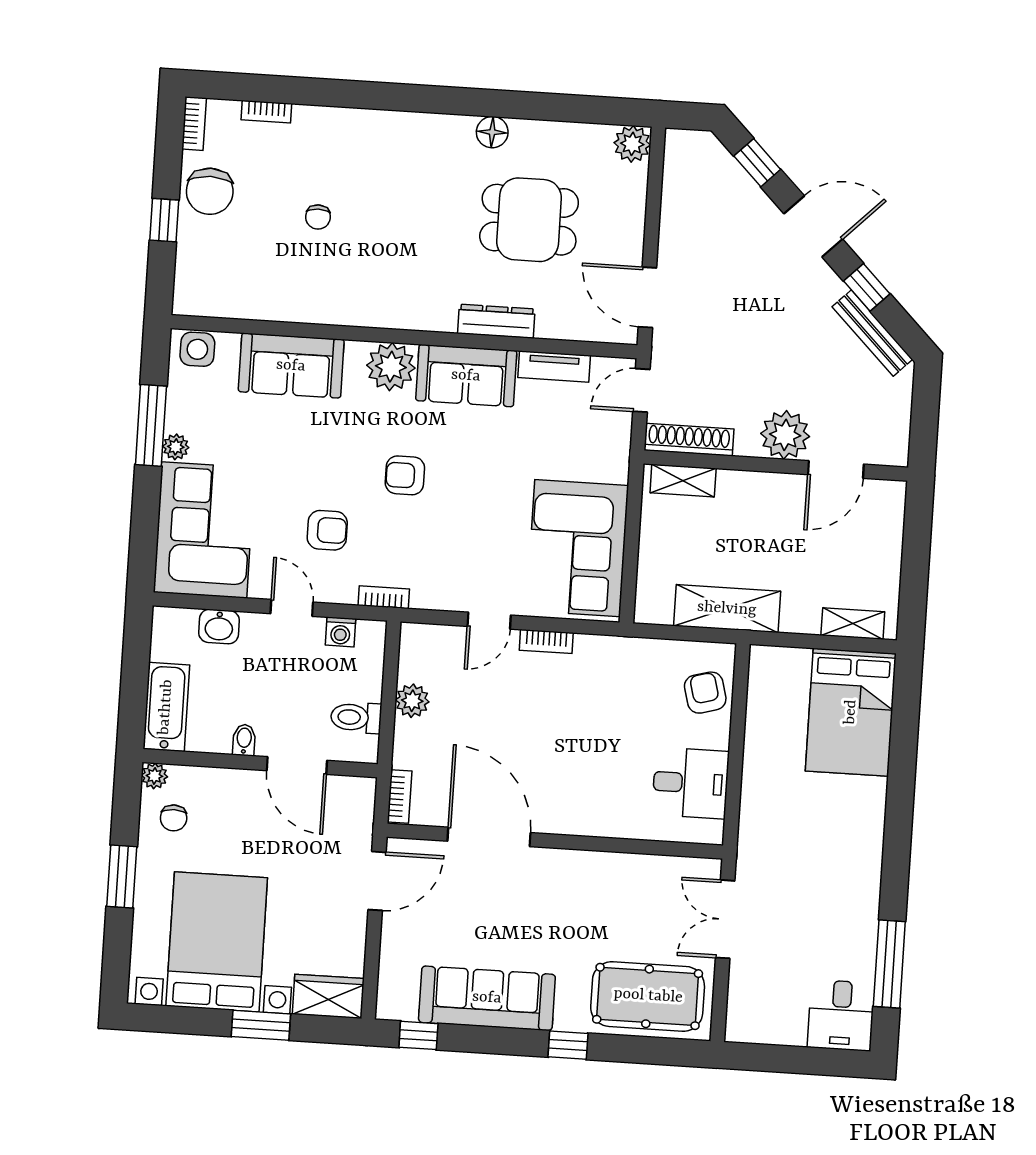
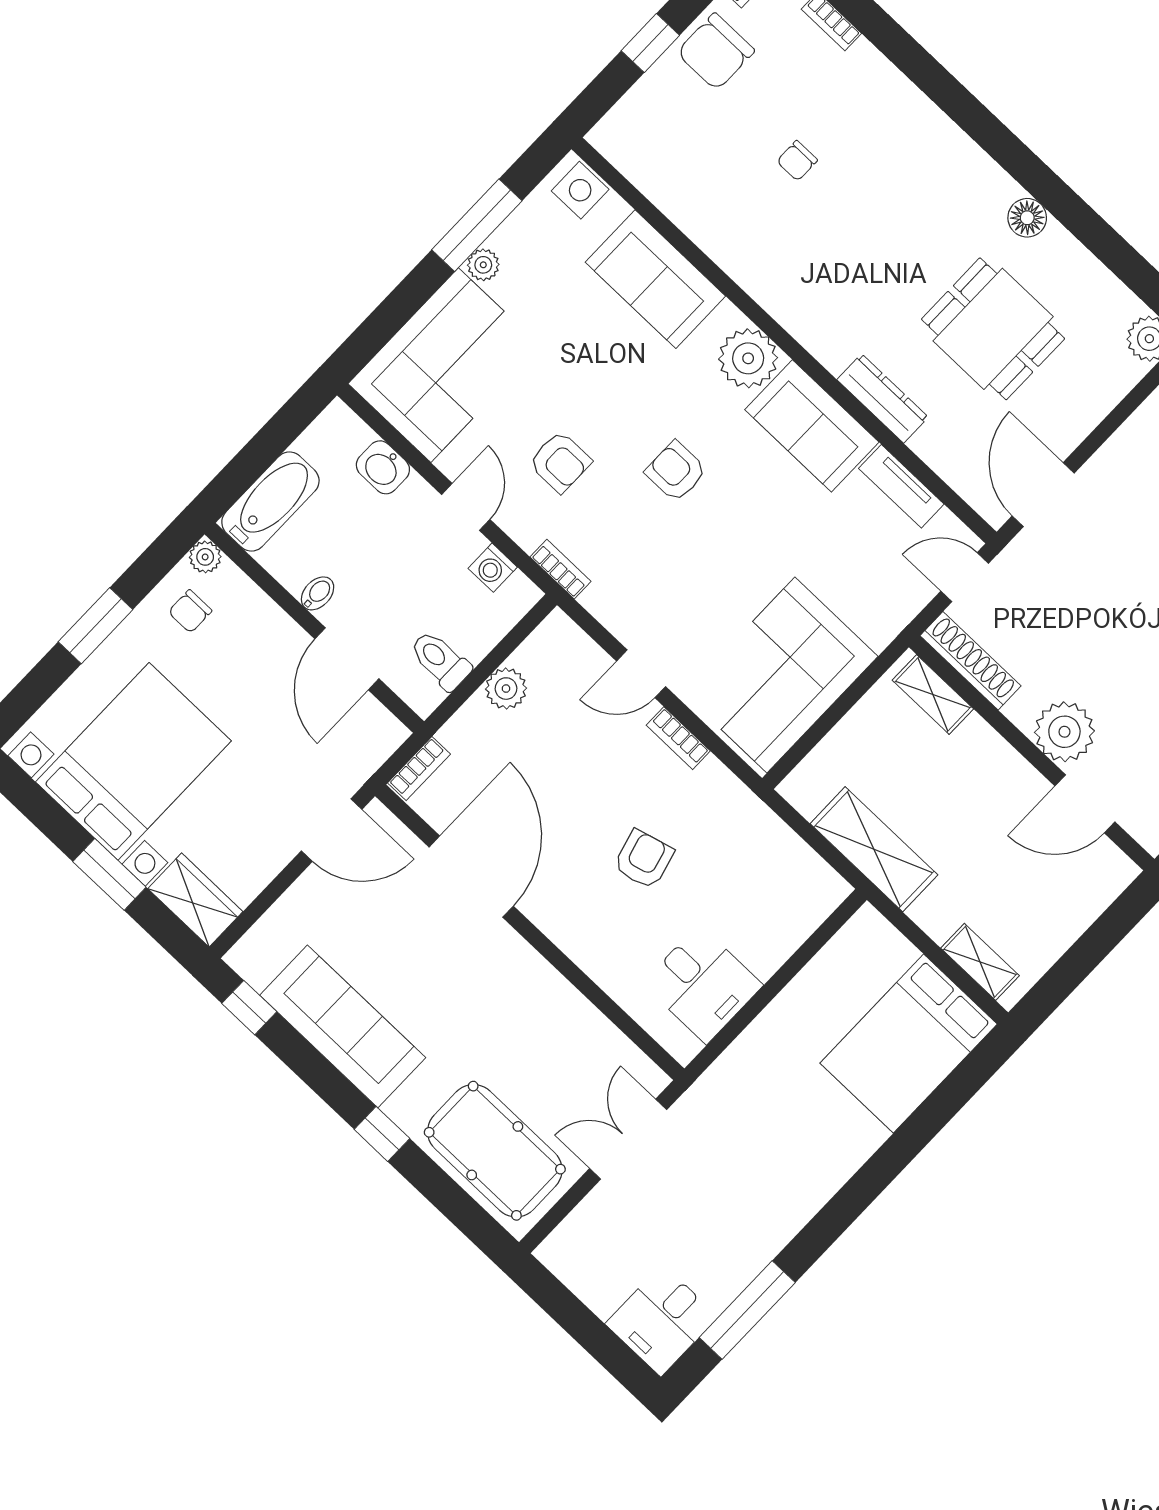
armchair: (705, 693) -> (644, 859), moved

